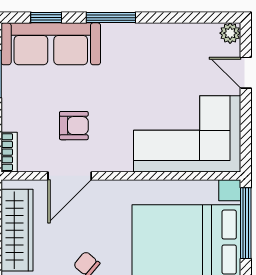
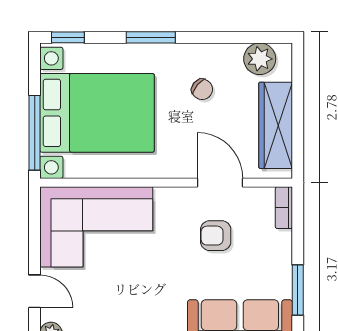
door: (70, 176) -> (220, 183), hinge flipped

